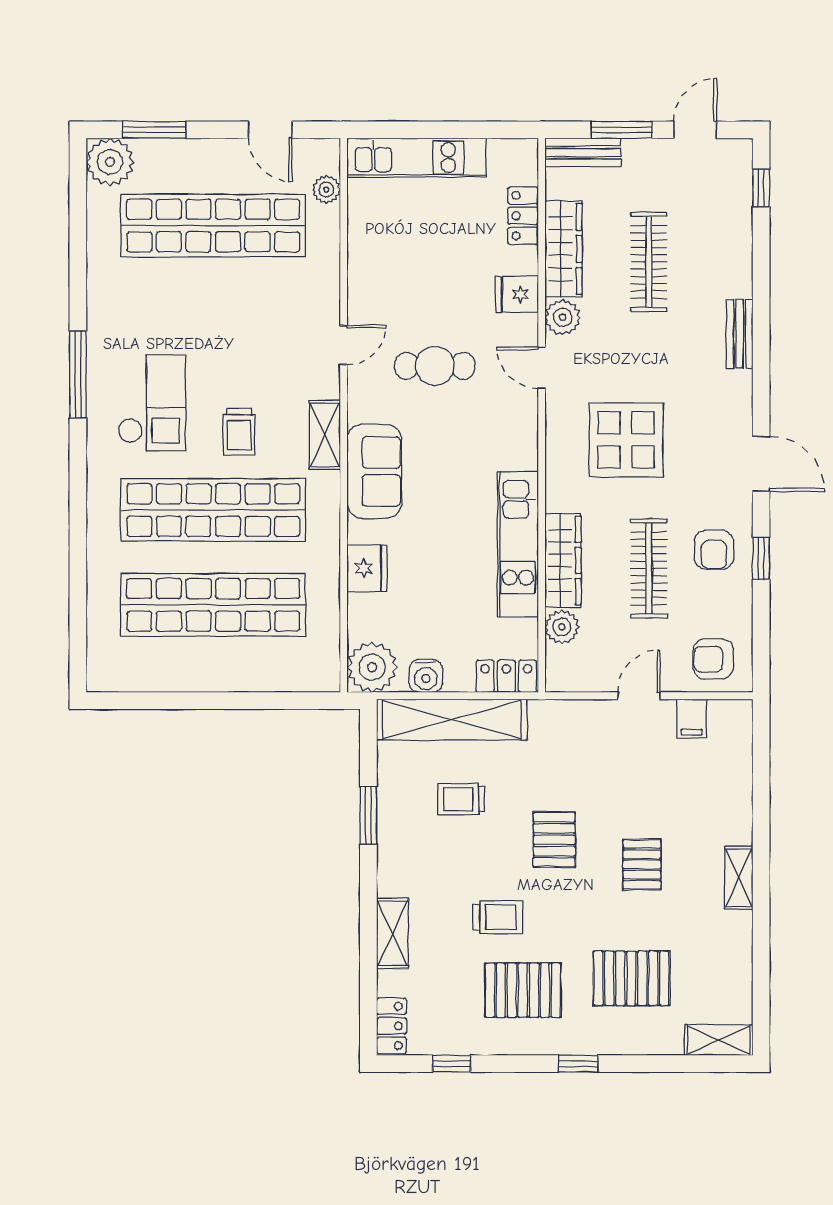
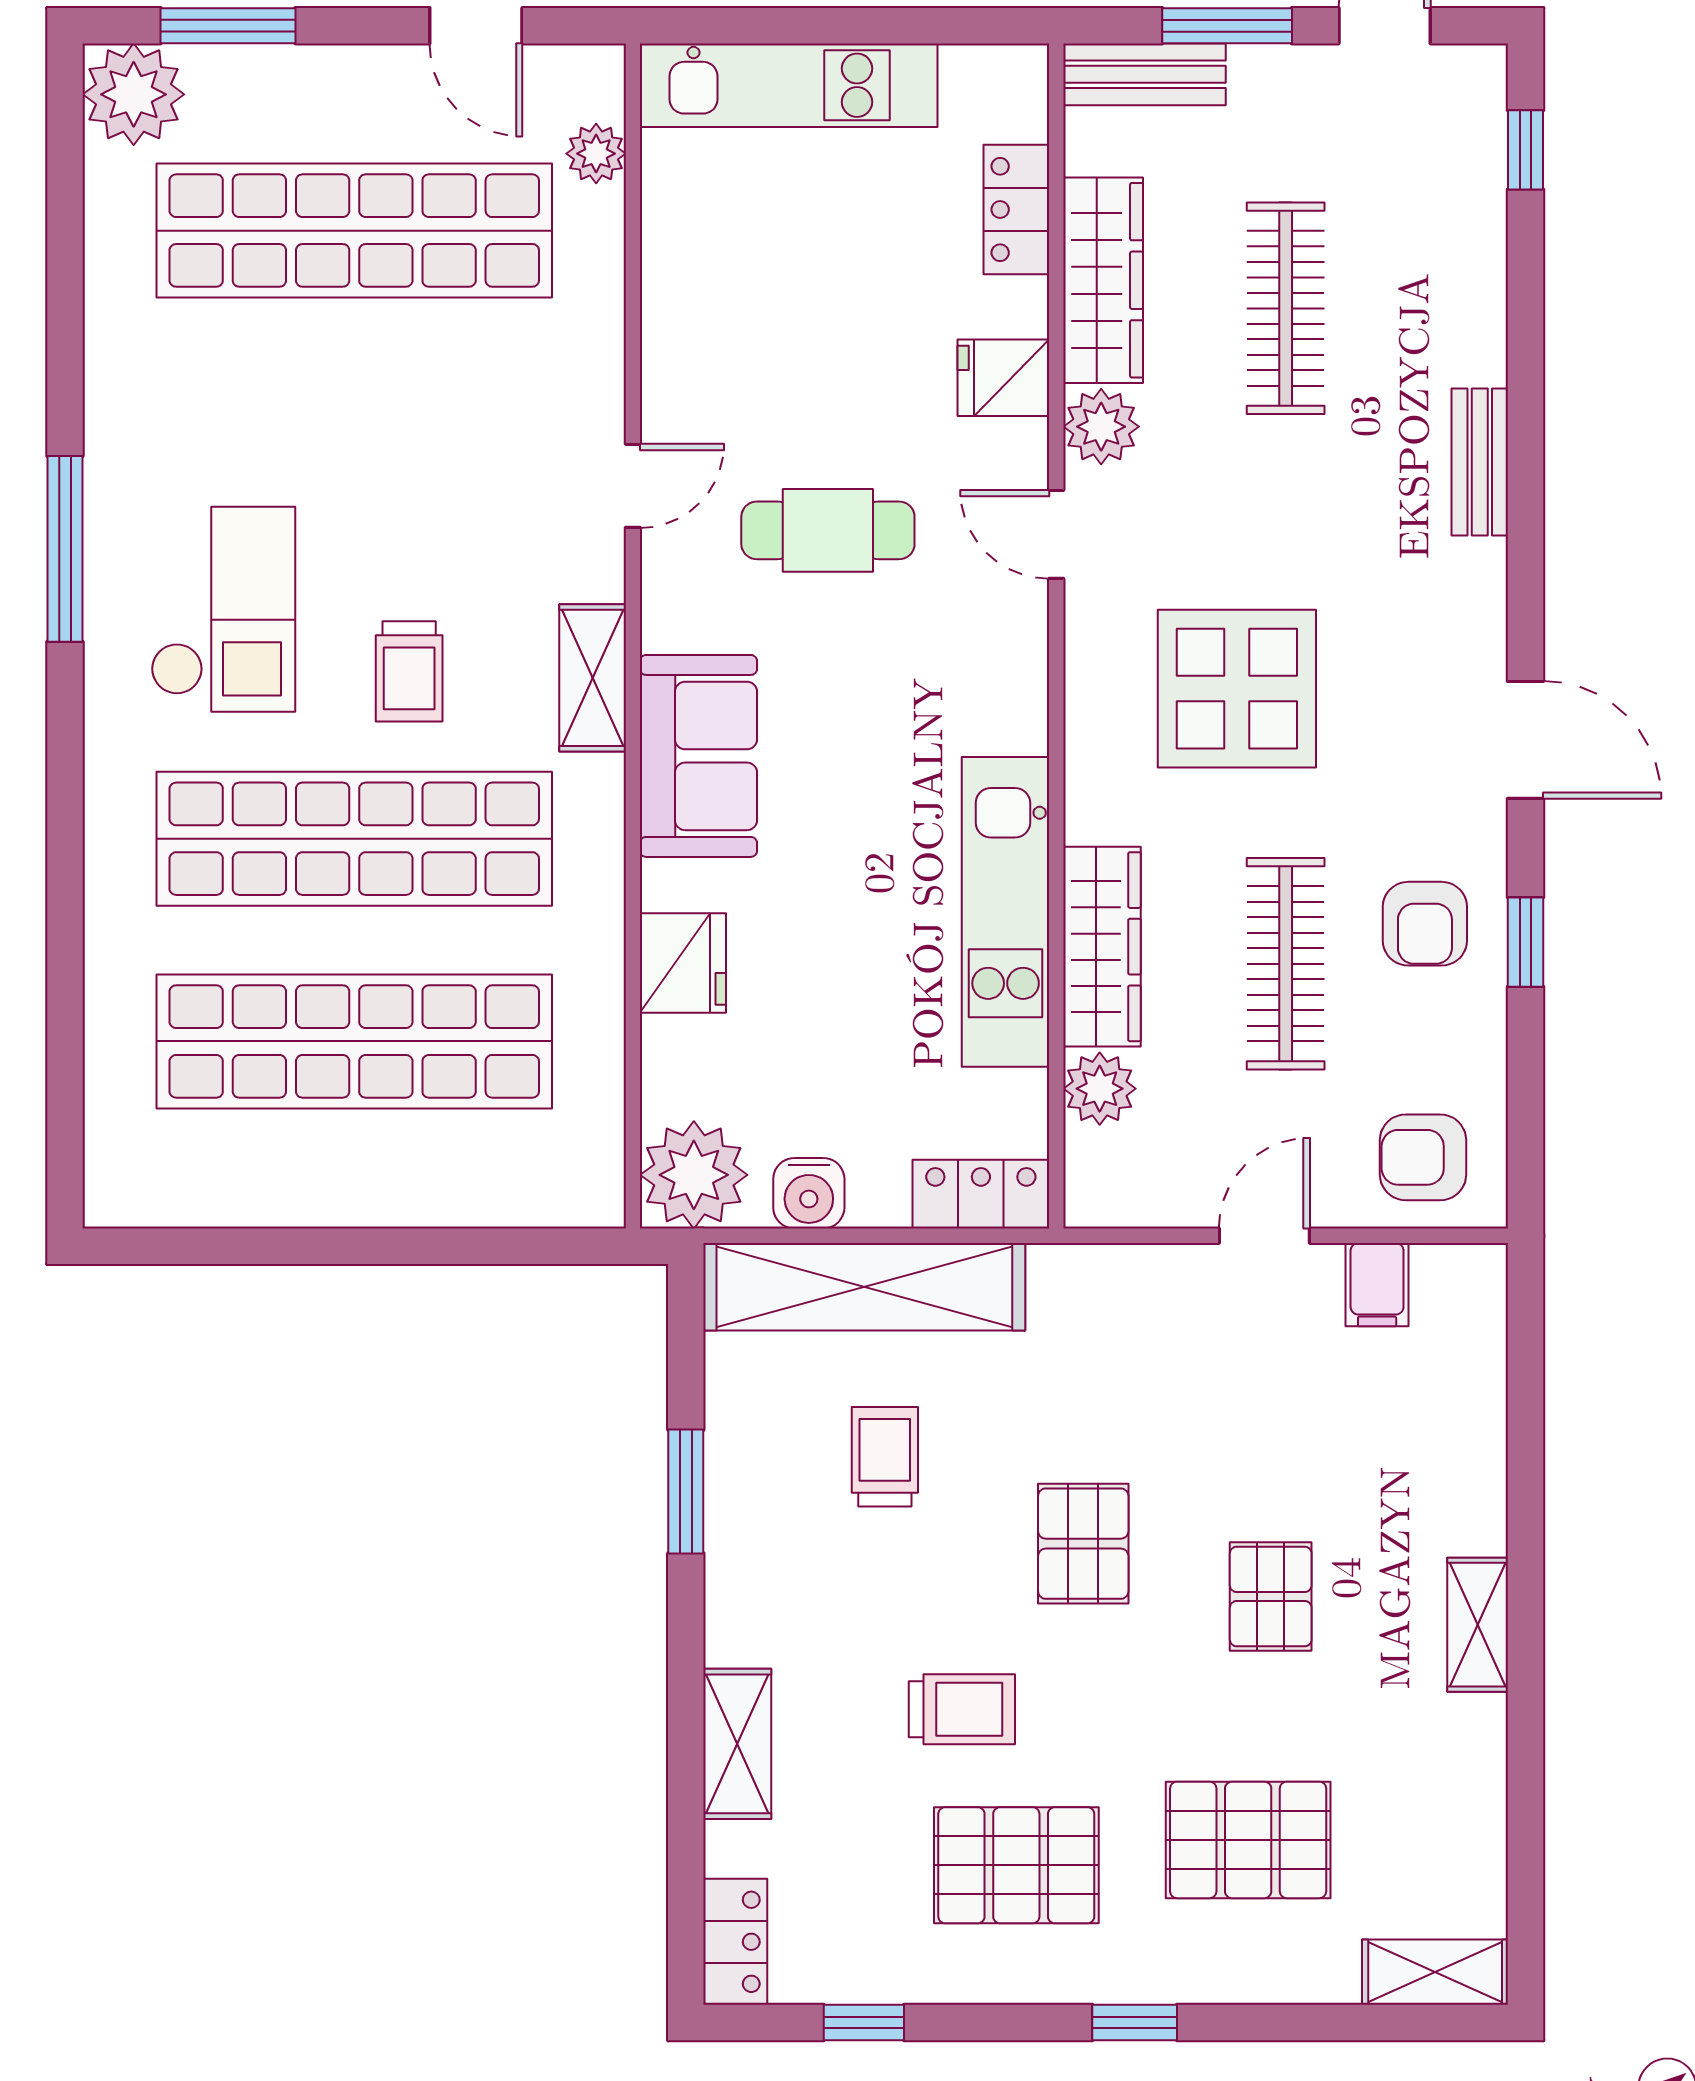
trolley: (461, 799) -> (885, 1457), turned 90

